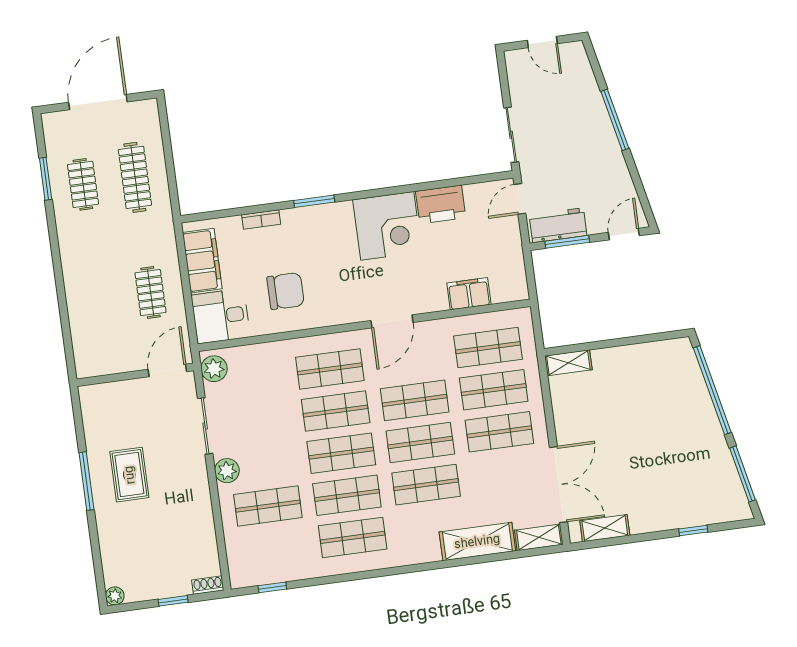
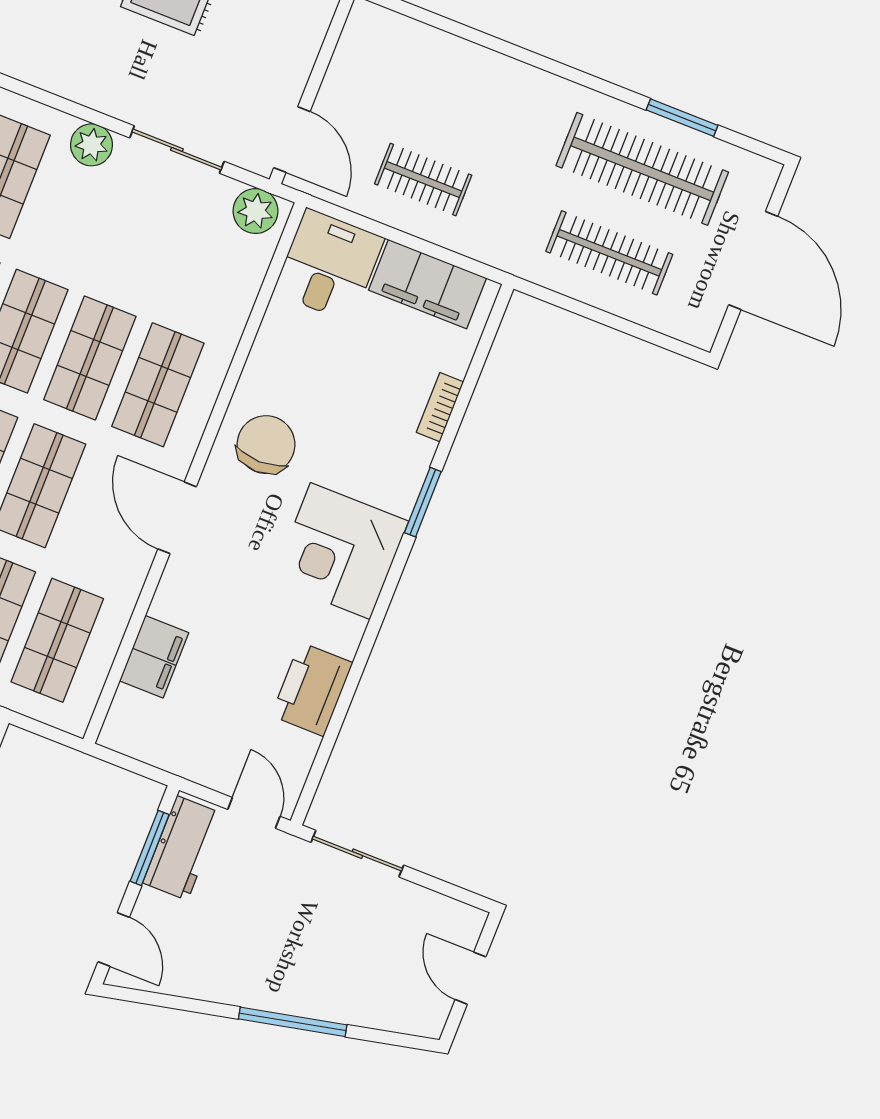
door: (542, 42) -> (471, 978), hinge flipped
clothes rail: (83, 184) -> (642, 169), width x1.86, depth x1.31
corner desk: (387, 226) -> (340, 551), moved
chair: (286, 291) -> (266, 445), moved, turned 180

